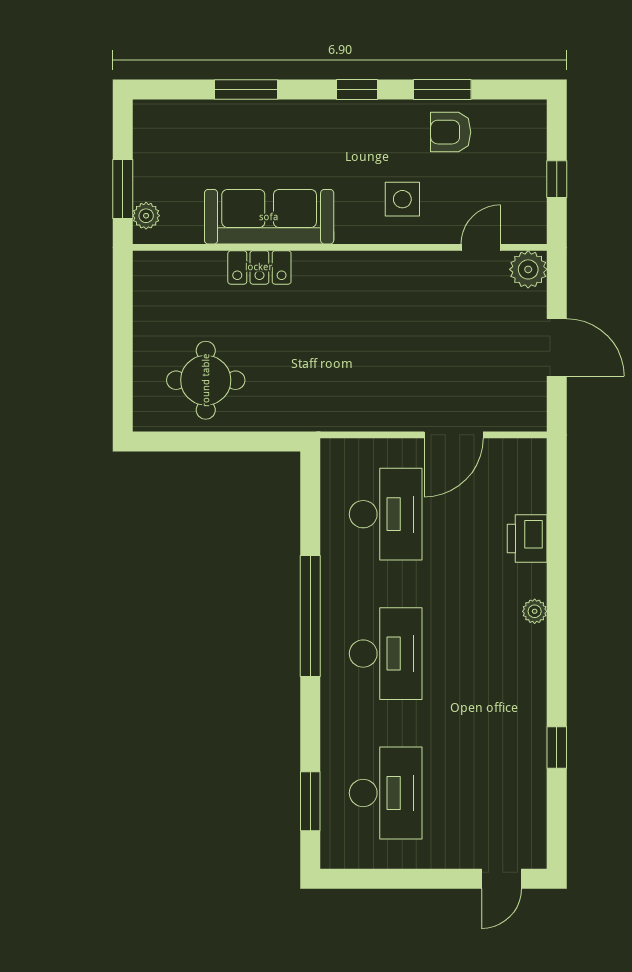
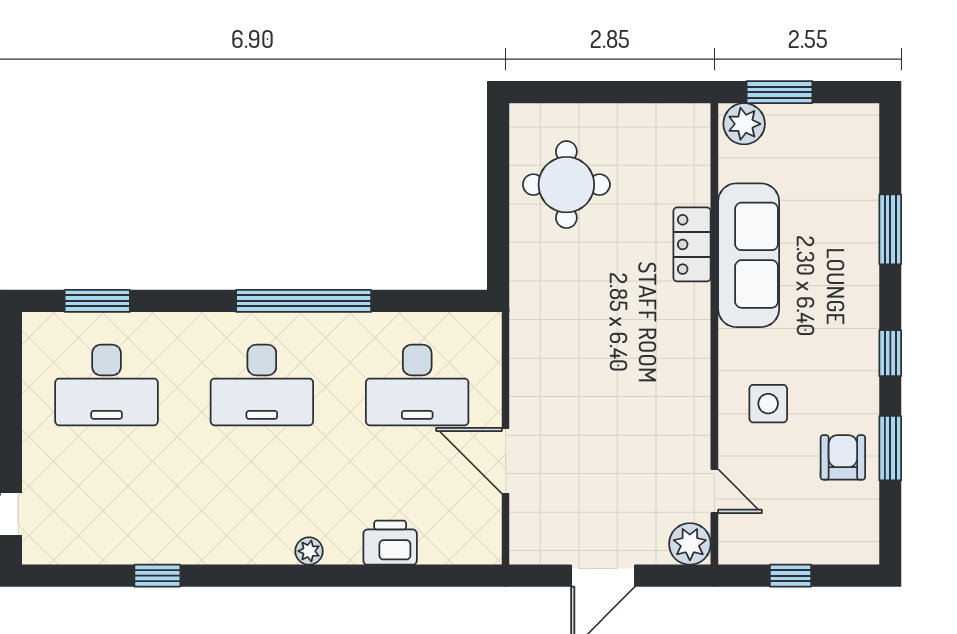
plant: (146, 216) -> (744, 124), width x1.38, depth x1.38

